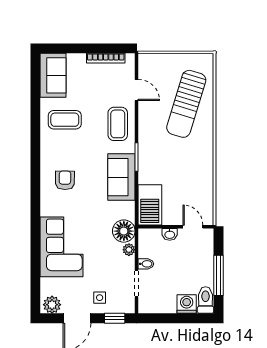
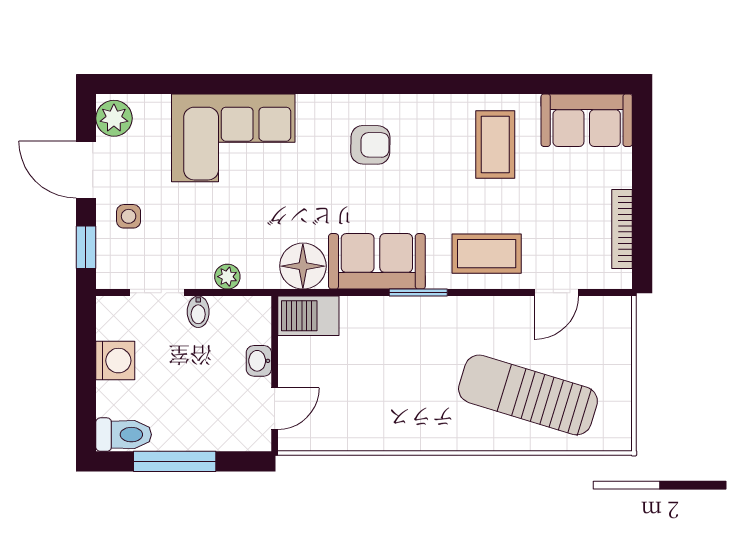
barbecue: (150, 205) -> (308, 316), width x0.73, depth x0.83
floor lamp: (124, 231) -> (303, 266), moved
washing machine: (187, 304) -> (115, 361), moved

